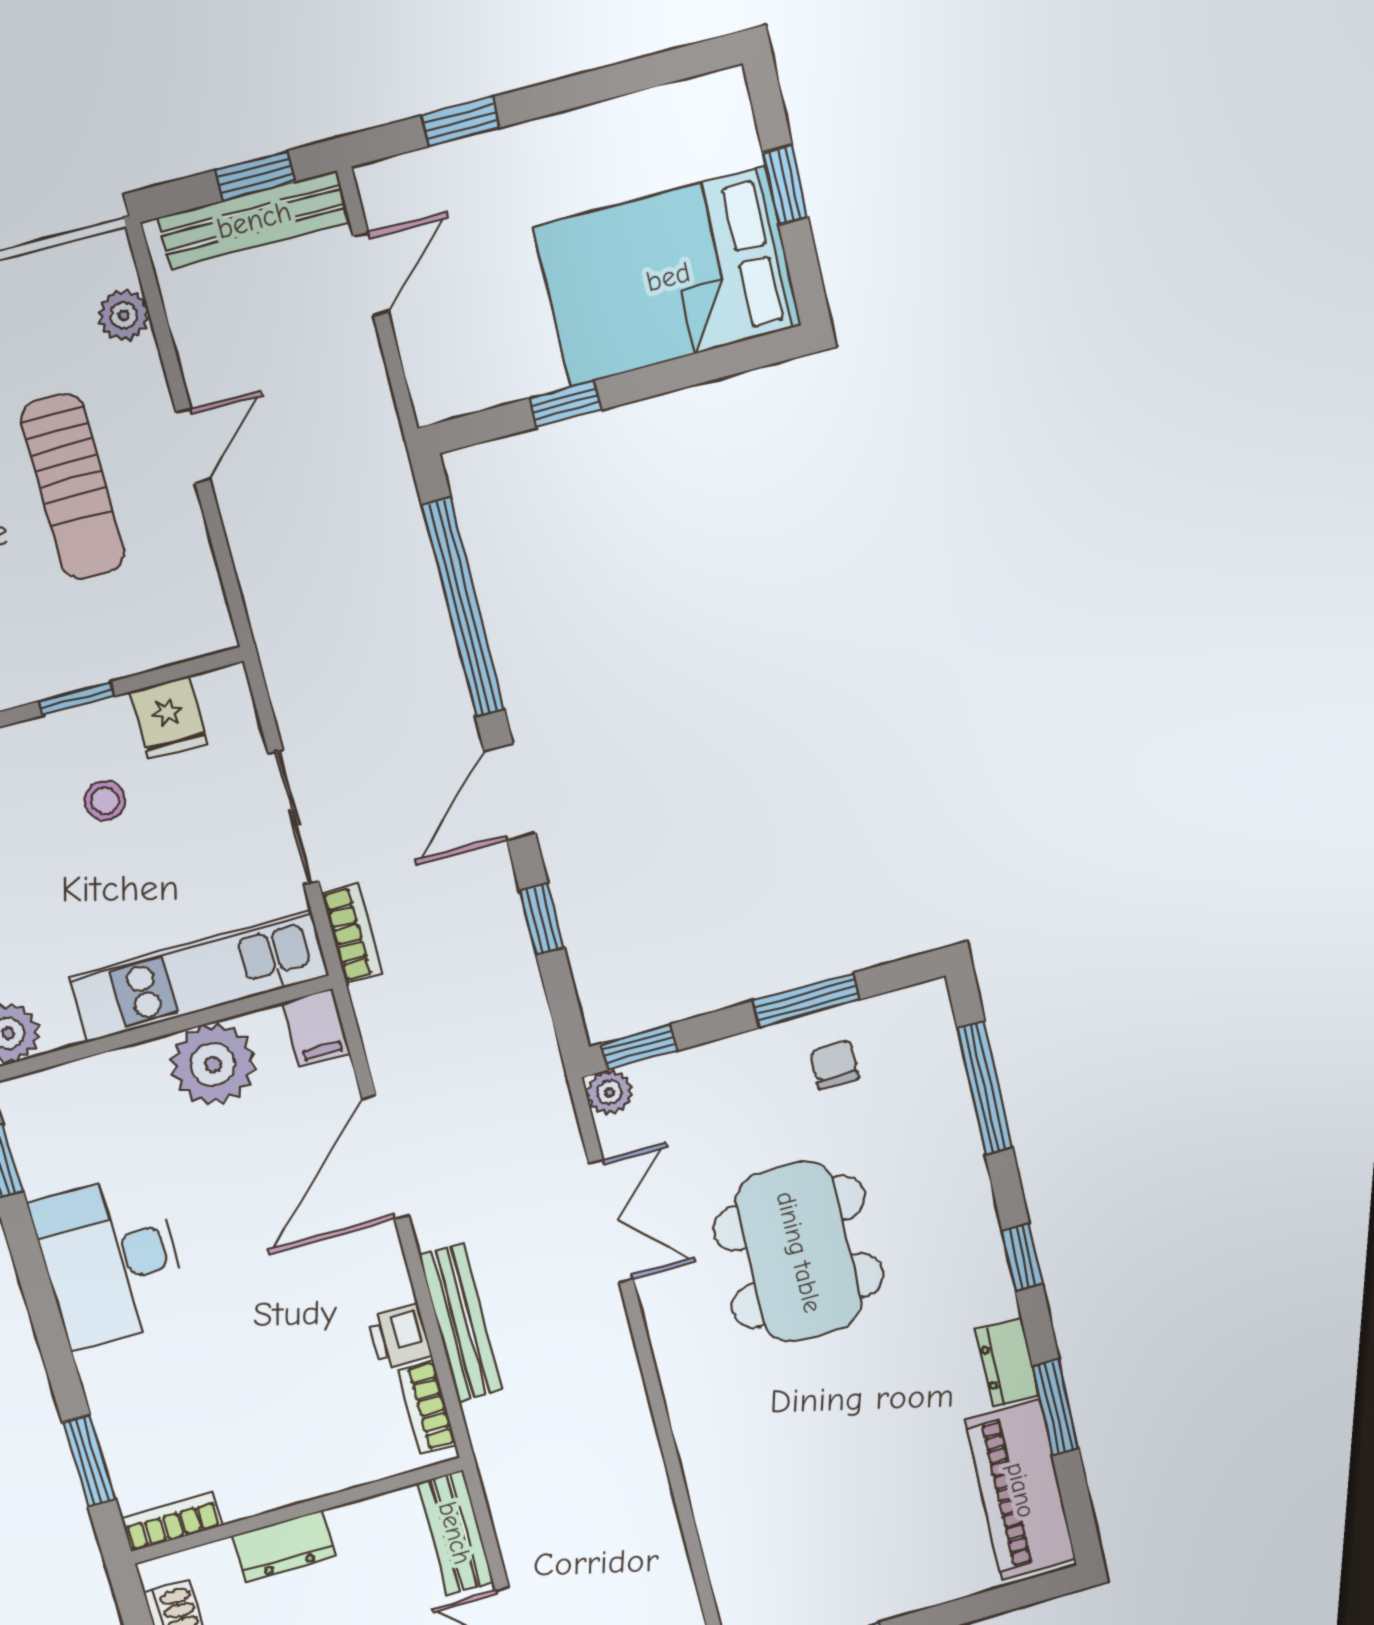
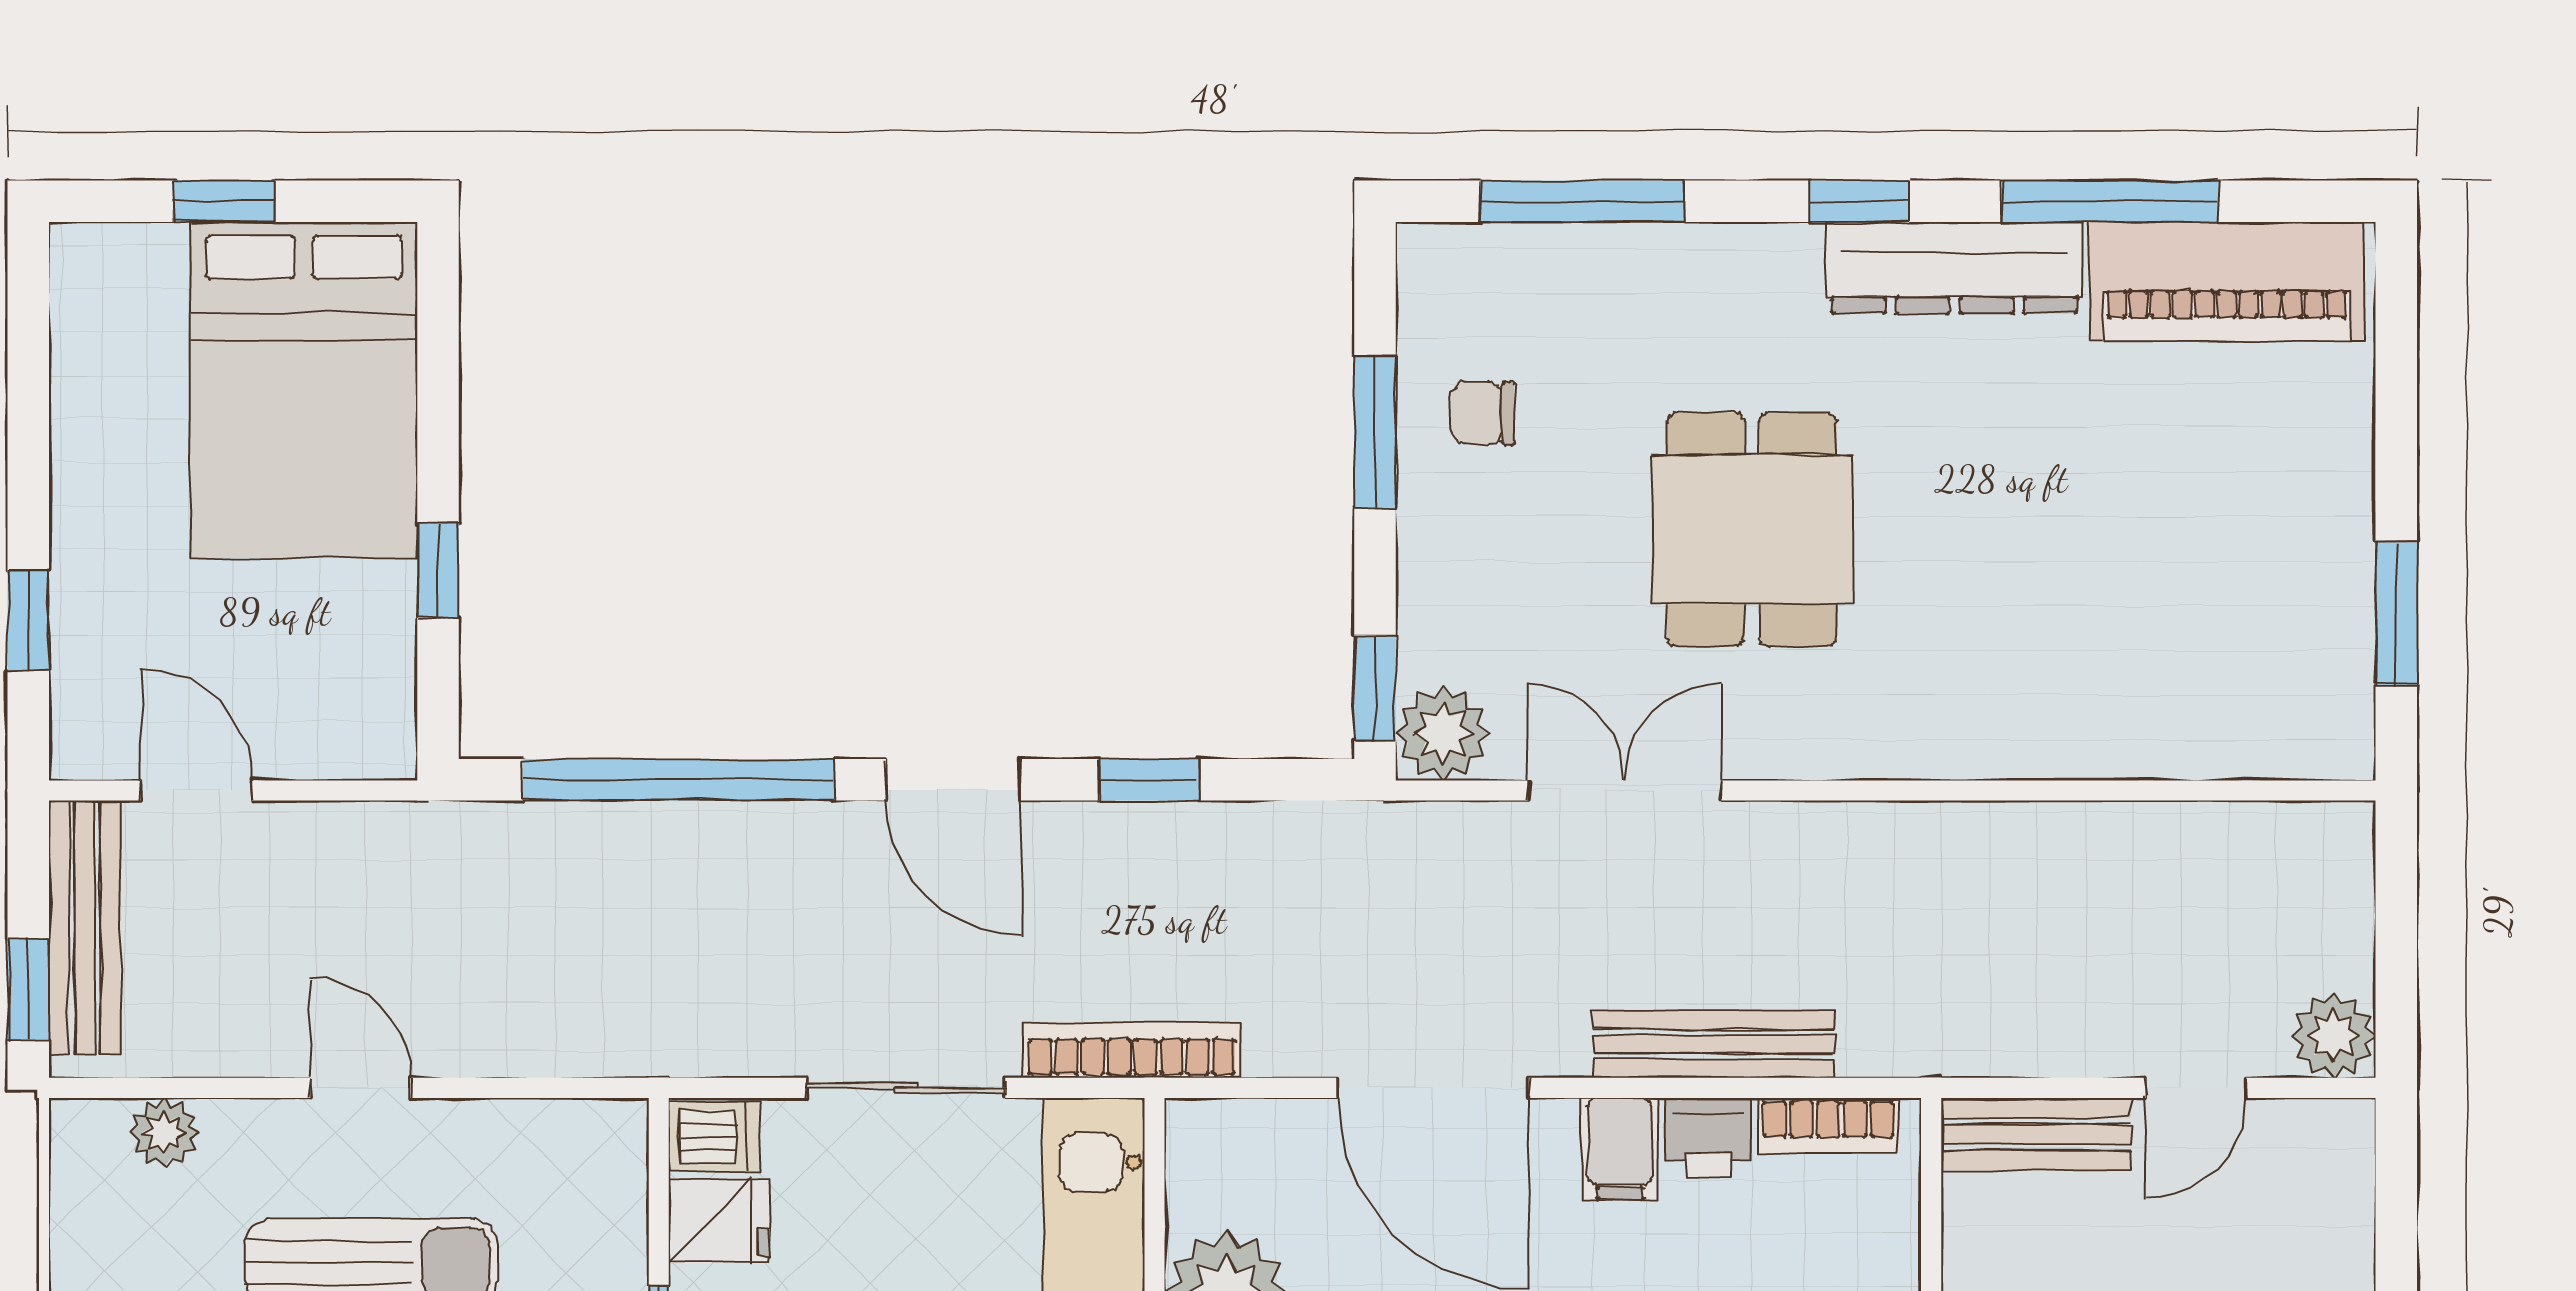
window: (255, 176) -> (28, 990), moved
dishwasher: (225, 698) -> (714, 1137), added
bookcase: (352, 933) -> (1132, 1050), width x1.56
filing cabinet: (316, 1028) -> (1620, 1149), moved, turned 90
plant: (609, 1092) -> (1443, 733), width x1.38, depth x1.38
dining table: (799, 1252) -> (1752, 529), width x0.73
dresser: (1007, 1363) -> (1955, 268), width x1.96, depth x1.24
window: (1056, 1407) -> (2110, 201), width x1.44

